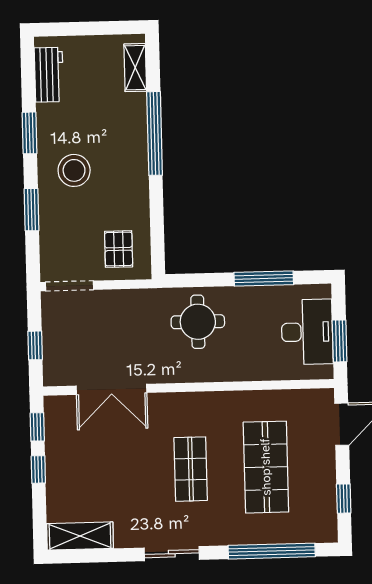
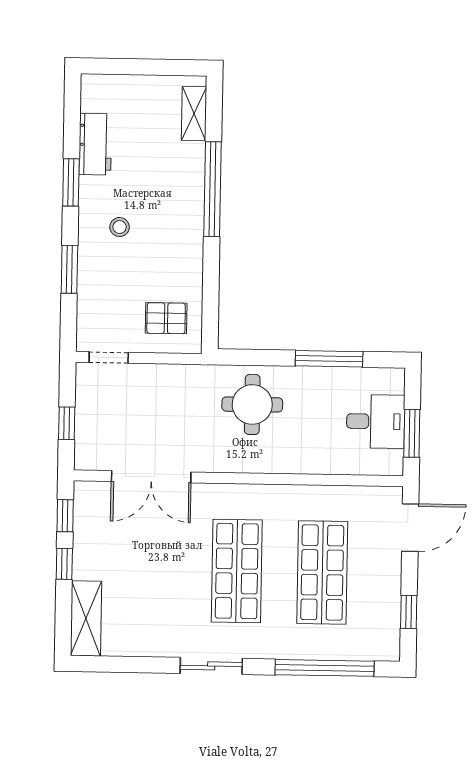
workbench: (49, 75) -> (95, 144), moved
stool: (74, 170) -> (120, 227), width x0.53, depth x0.53
pallet: (119, 249) -> (166, 318), turned 90
doorway: (70, 286) -> (109, 357), width x0.73
desk: (307, 332) -> (376, 421), width x0.73
shop shelf: (191, 469) -> (237, 571), width x1.43, depth x1.36
shelving: (80, 536) -> (86, 618), moved, turned 90

